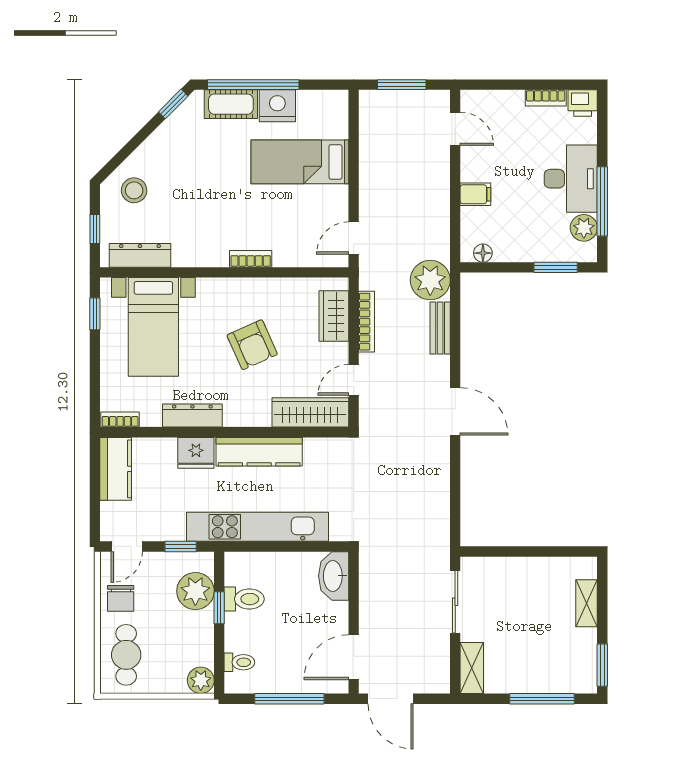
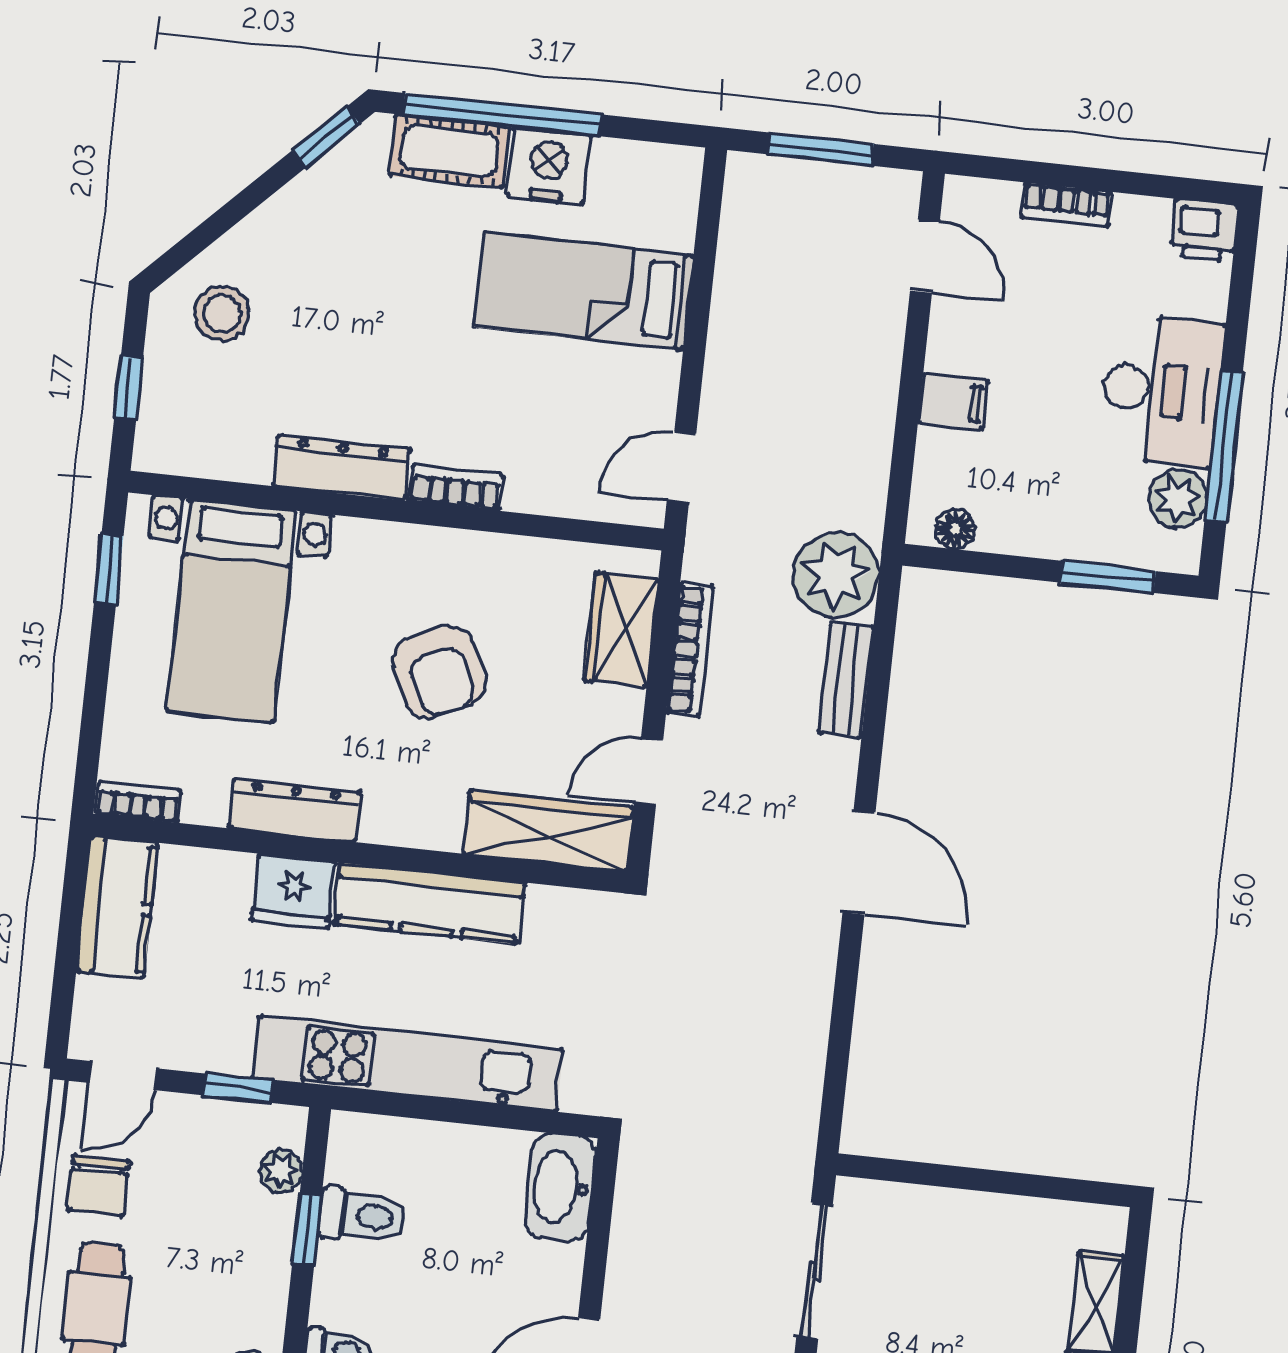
bookcase: (546, 98) -> (1067, 205), moved
dresser: (140, 255) -> (341, 468), moved
plant: (195, 591) -> (281, 1171), width x0.53, depth x0.53

